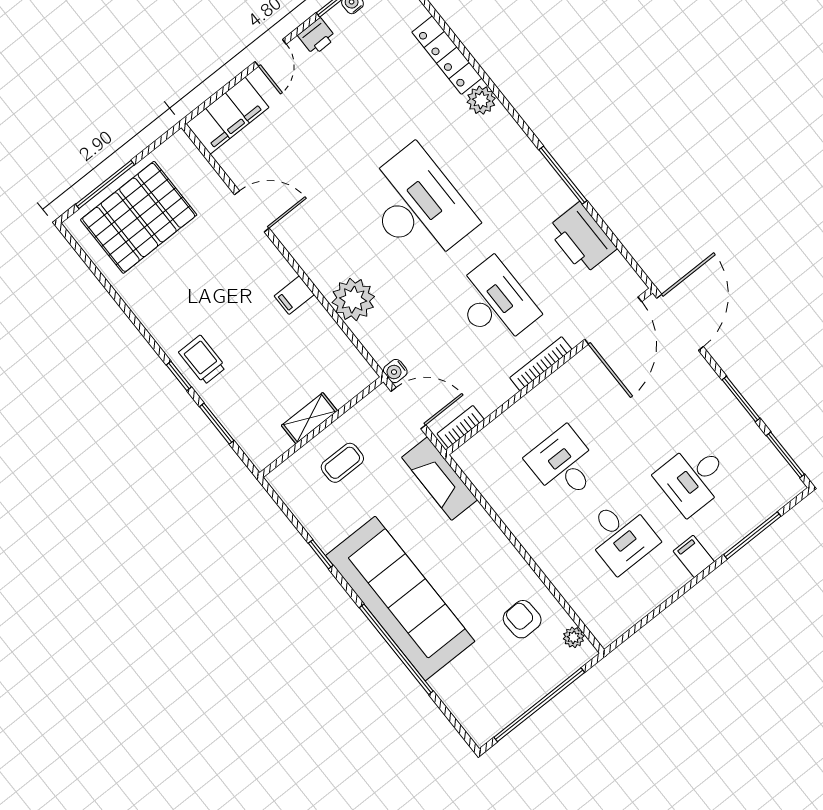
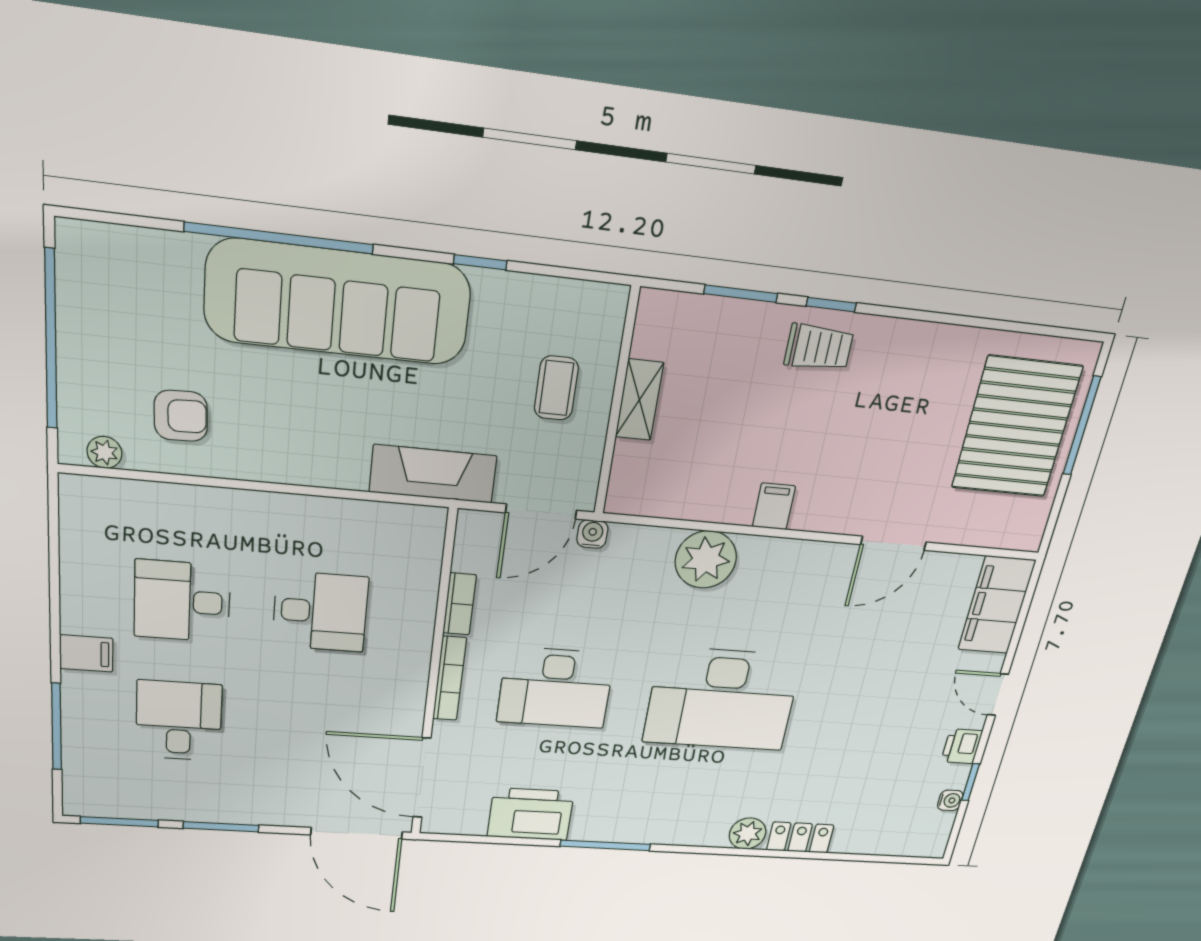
locker: (447, 55) -> (800, 838), width x0.66
bookcase: (461, 427) -> (460, 604), moved

